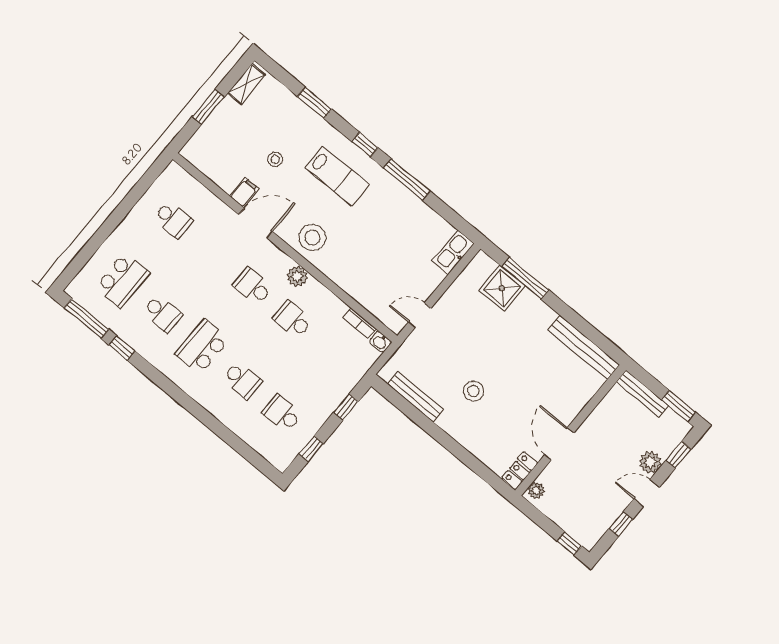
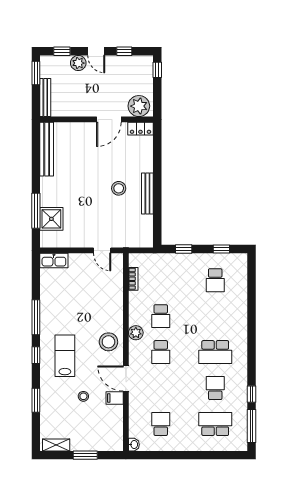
washbasin: (380, 342) -> (134, 445), moved
school desk: (242, 380) -> (215, 316), removed
bench: (416, 397) -> (147, 193), moved
plant: (536, 491) -> (139, 106), width x1.87, depth x1.87

